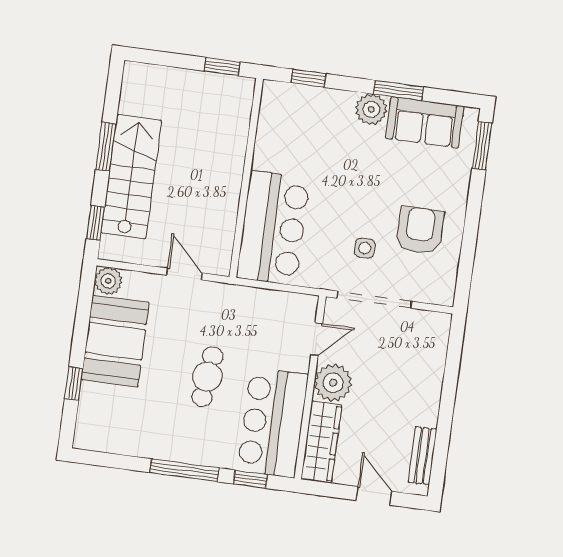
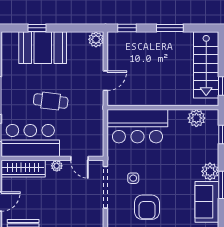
plant: (273, 121) -> (196, 118), added
stairs: (131, 177) -> (206, 65), moved, turned 90
armchair: (420, 230) -> (147, 207), turned 90
booth: (115, 341) -> (43, 48), moved
plant: (333, 383) -> (57, 166), width x0.53, depth x0.53

